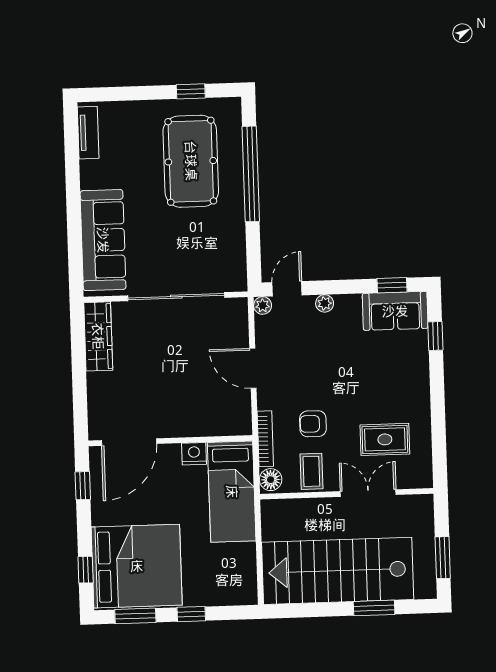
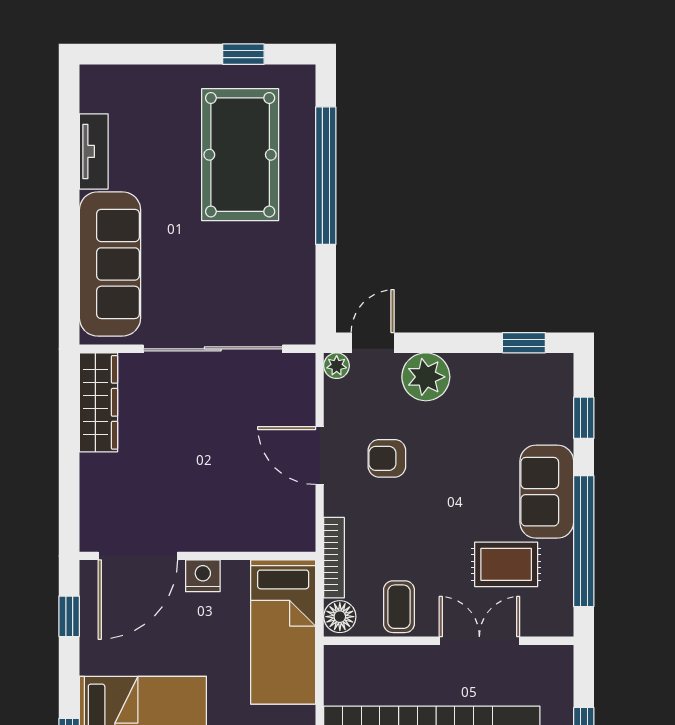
tv unit: (88, 133) -> (94, 151), moved
plant: (325, 303) -> (426, 377), width x1.87, depth x1.87
sofa: (395, 311) -> (547, 492), moved, turned 90
window: (438, 422) -> (584, 541), added
armchair: (313, 424) -> (387, 458), moved
nightstand: (194, 454) -> (203, 576), moved

